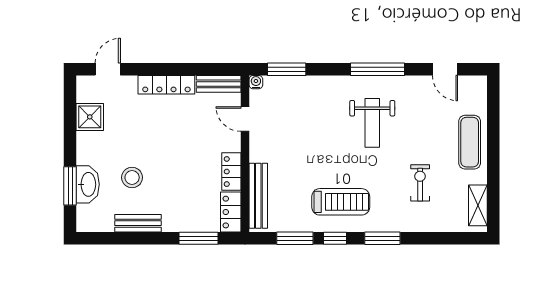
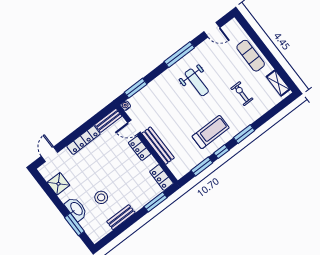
locker: (231, 172) -> (140, 148), moved
washbasin: (88, 184) -> (76, 209), moved
bench: (258, 196) -> (158, 146), moved

